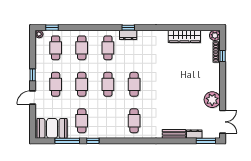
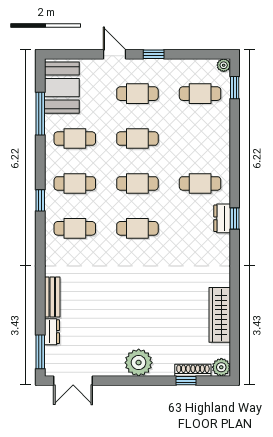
cafe table: (82, 48) -> (75, 183), moved
plant: (212, 100) -> (139, 363), moved
window: (93, 141) -> (40, 200), moved

